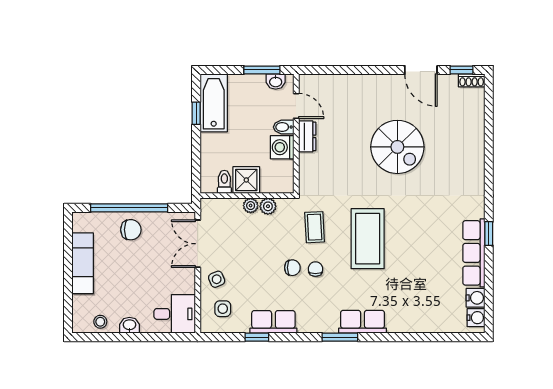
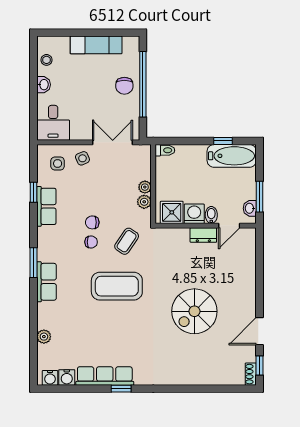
shower: (246, 180) -> (172, 212), moved
toilet: (224, 182) -> (165, 150), moved
coffee table: (315, 227) -> (127, 241), turned -53
chair: (292, 268) -> (92, 222), turned 90
plant: (427, 325) -> (44, 337), added

